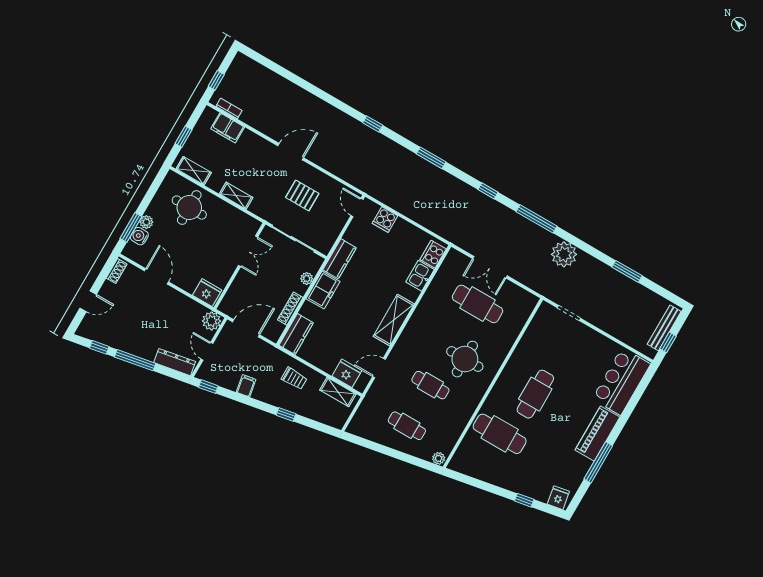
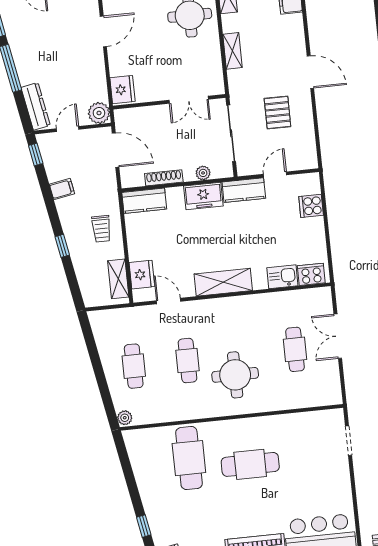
door: (357, 207) -> (275, 175), moved
cafe table: (477, 304) -> (295, 349), width x0.73, depth x0.74

